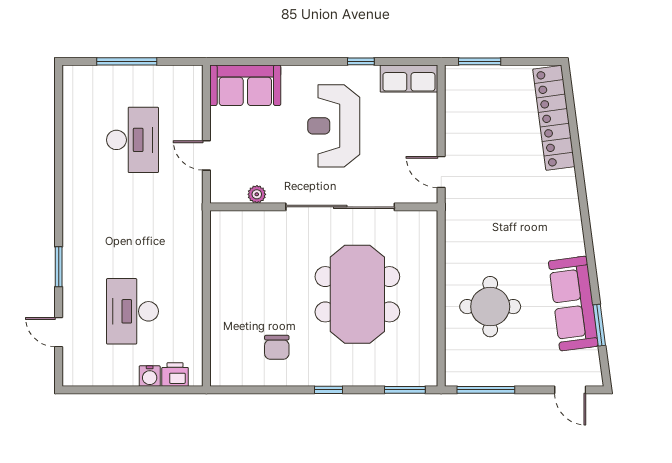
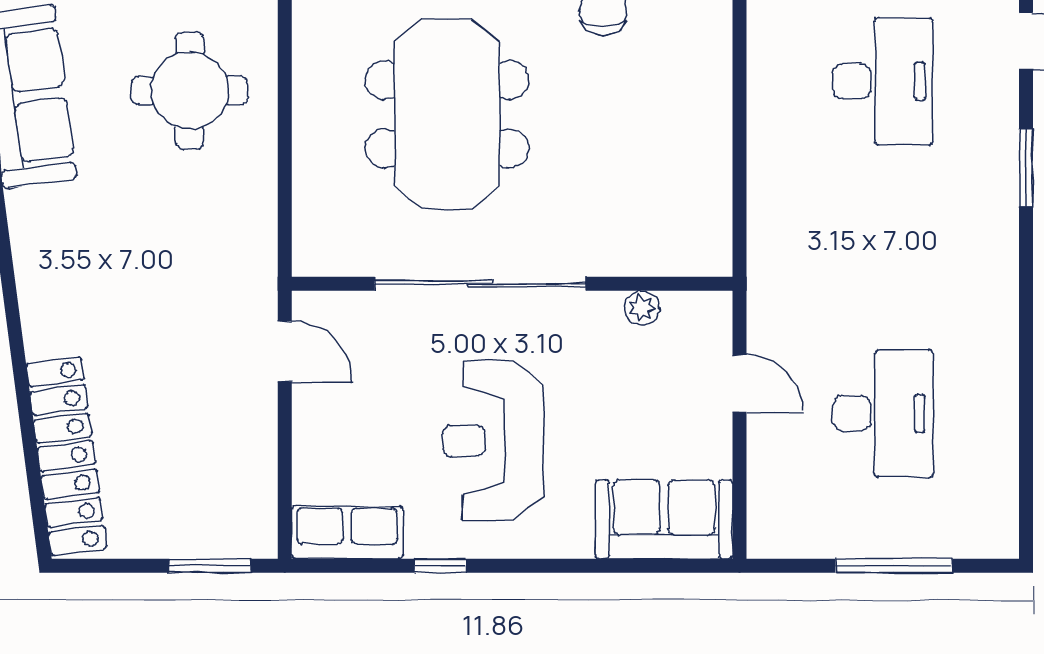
reception desk: (334, 126) -> (493, 441), turned 180
desk: (132, 140) -> (883, 414), turned 180

